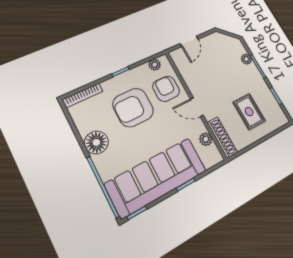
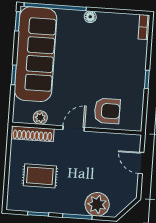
plant: (246, 59) -> (97, 204), width x1.87, depth x1.87
plant: (155, 65) -> (136, 115), removed
bookcase: (83, 95) -> (144, 27), width x0.64
armchair: (133, 107) -> (107, 71), removed
floor lamp: (96, 142) -> (90, 17), width x0.53, depth x0.53

